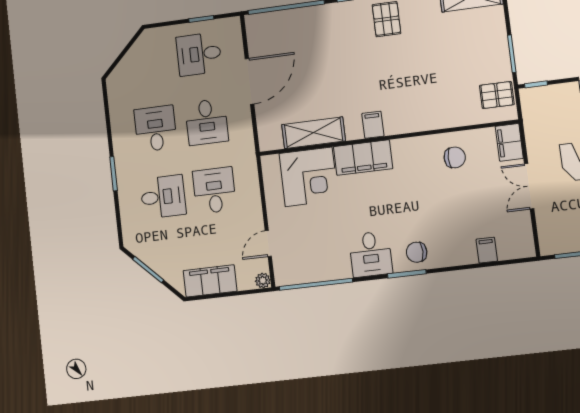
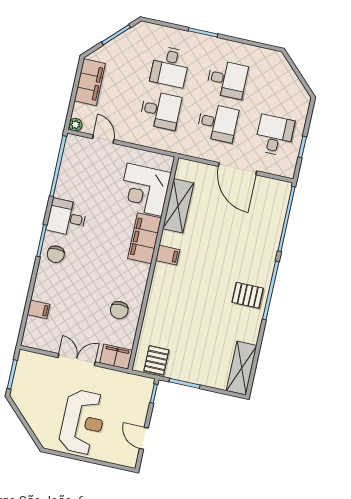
desk: (207, 122) -> (217, 123), turned 180
chair: (417, 252) -> (56, 254), turned 180

